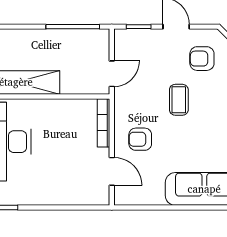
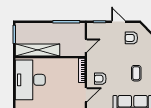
coffee table: (179, 100) -> (136, 73), moved
door: (112, 171) -> (86, 95), hinge flipped

